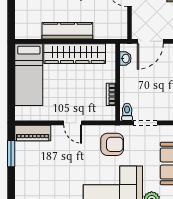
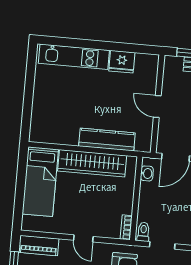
kitchen counter: (67, 31) -> (107, 140), moved
bookcase: (111, 94) -> (126, 227), moved

